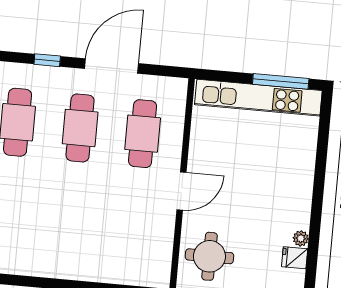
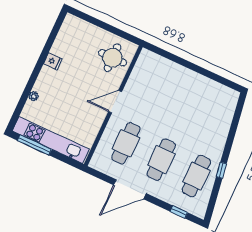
window: (47, 60) -> (179, 212), moved
plant: (301, 238) -> (34, 96), moved
fridge: (295, 258) -> (53, 61), moved

